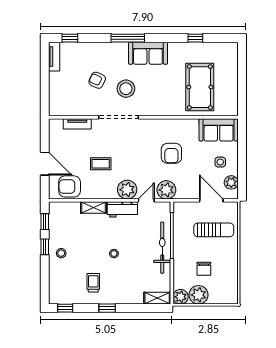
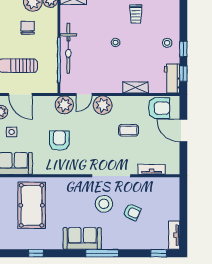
workbench: (122, 209) -> (172, 79), moved, turned -90

